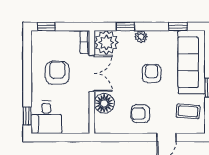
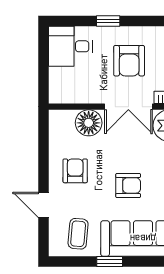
armchair: (57, 73) -> (129, 61), turned 90
window: (27, 116) -> (108, 21), moved

